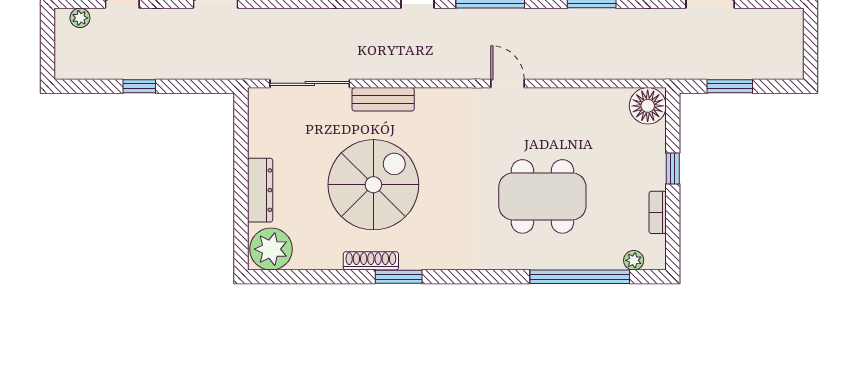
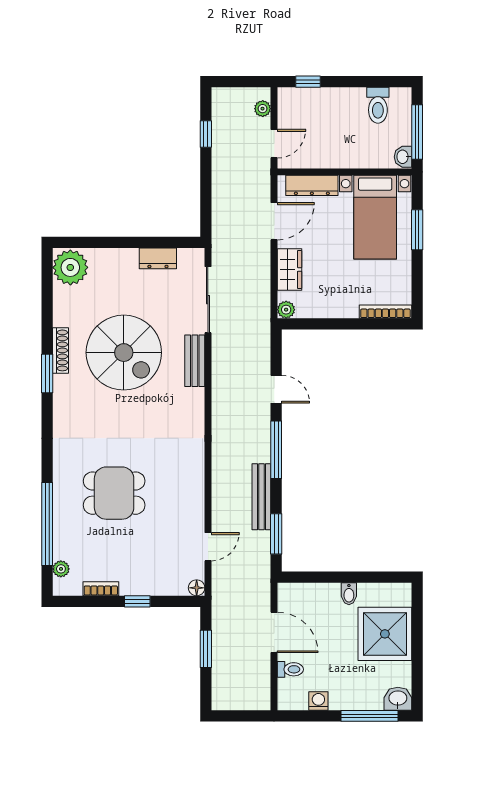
bench: (547, 19) -> (261, 497), added
door: (508, 83) -> (208, 547), moved
window: (139, 86) -> (206, 134), moved
floor lamp: (648, 106) -> (197, 588), width x0.53, depth x0.53
dresser: (260, 190) -> (158, 258), moved, width x0.70
dining table: (542, 196) -> (114, 493), width x0.73

